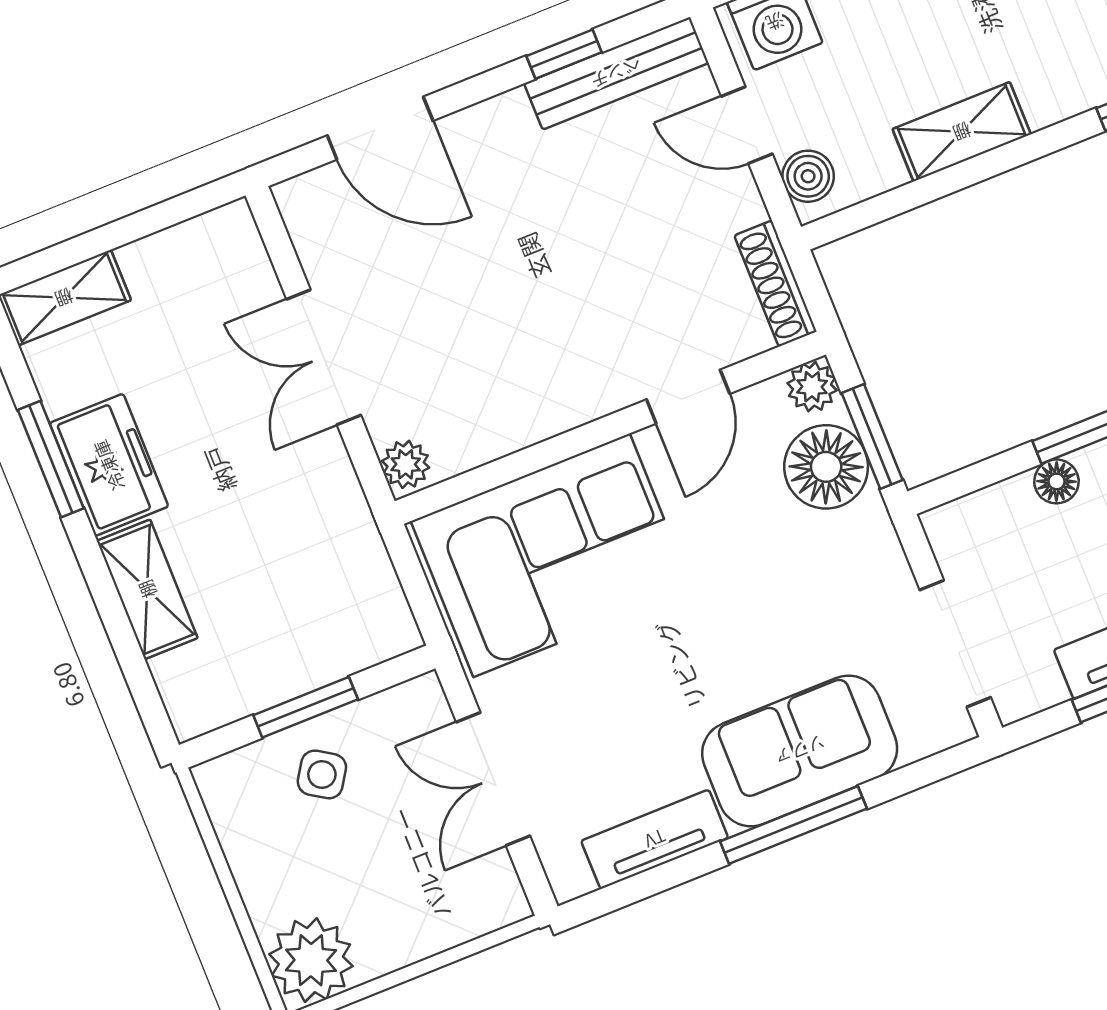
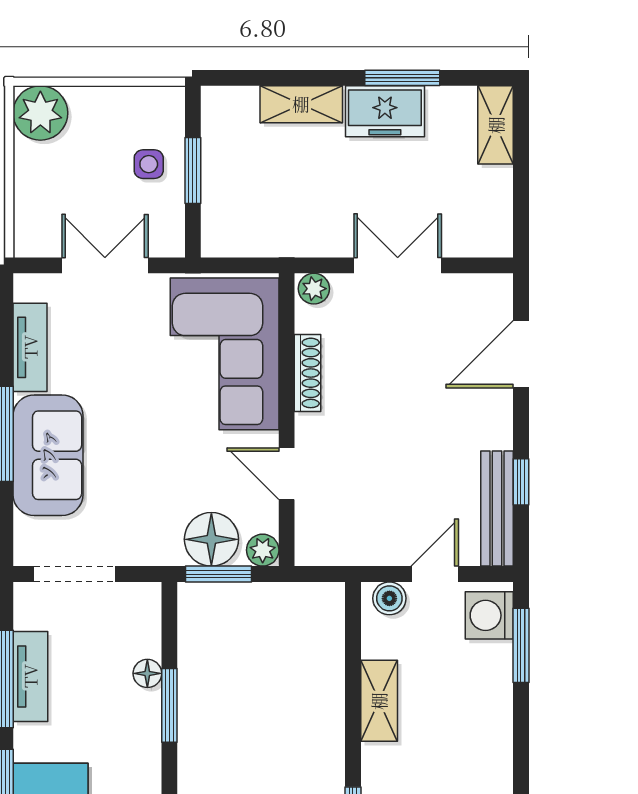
shoe rack: (775, 284) -> (308, 373), moved, turned 90
side table: (322, 774) -> (149, 164), turned -33

